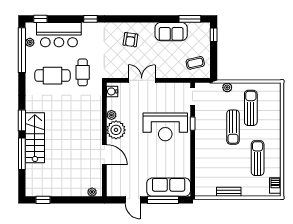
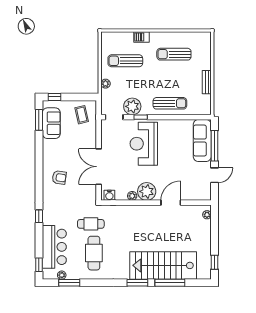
sofa: (171, 32) -> (51, 123), moved
window: (22, 50) -> (69, 283), width x0.47
double door: (142, 80) -> (99, 167), width x1.37
plant: (204, 115) -> (132, 106), added
reception desk: (165, 127) -> (144, 144), turned 180
sun lounger: (233, 127) -> (170, 103), moved
stairs: (35, 138) -> (163, 265), width x1.36, depth x1.51
barbecue: (275, 186) -> (142, 37), moved

